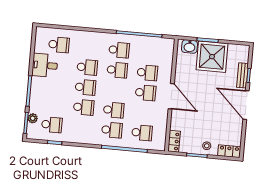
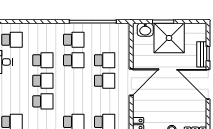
door: (171, 96) -> (131, 82), hinge flipped
school desk: (114, 110) -> (74, 101), removed

